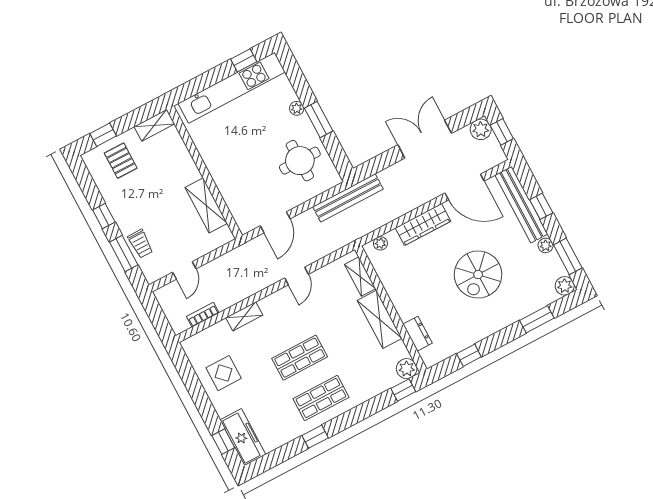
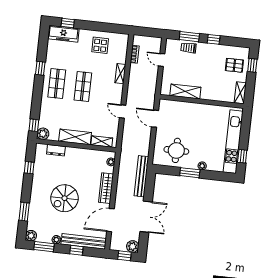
bench: (348, 198) -> (141, 176), moved
spiral stairs: (478, 275) -> (64, 198), turned -90

